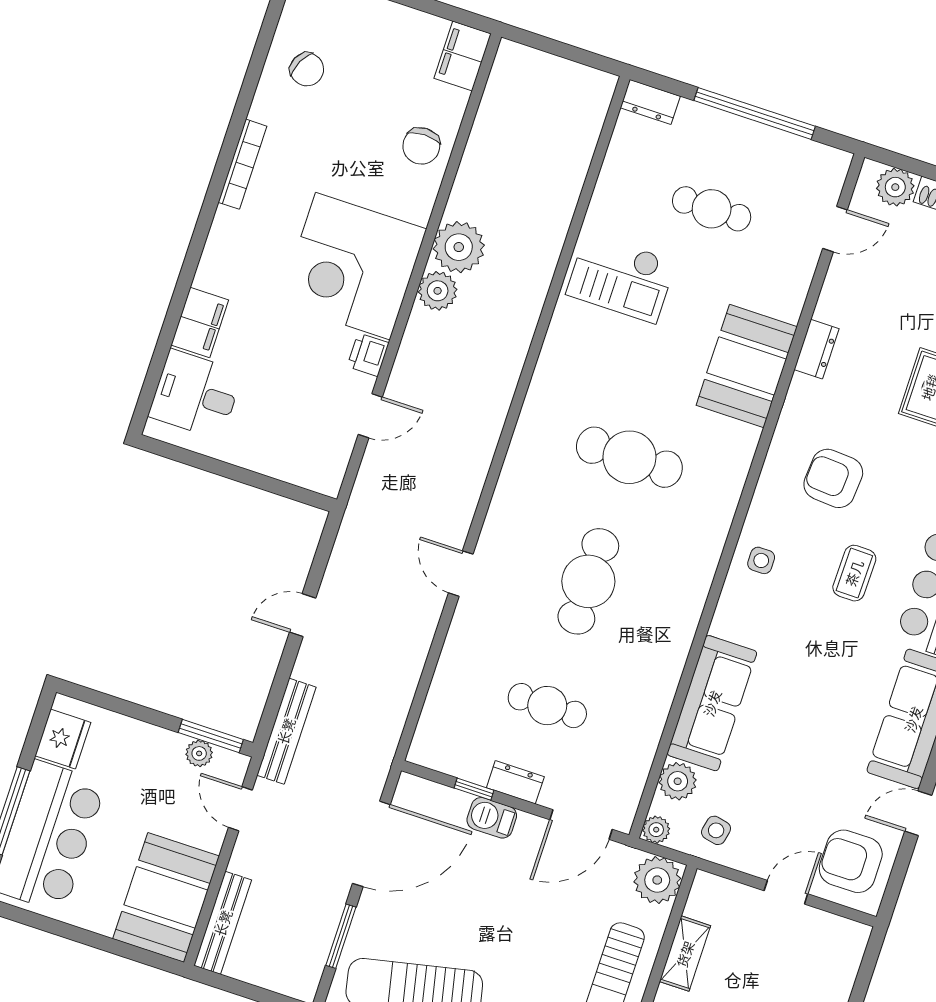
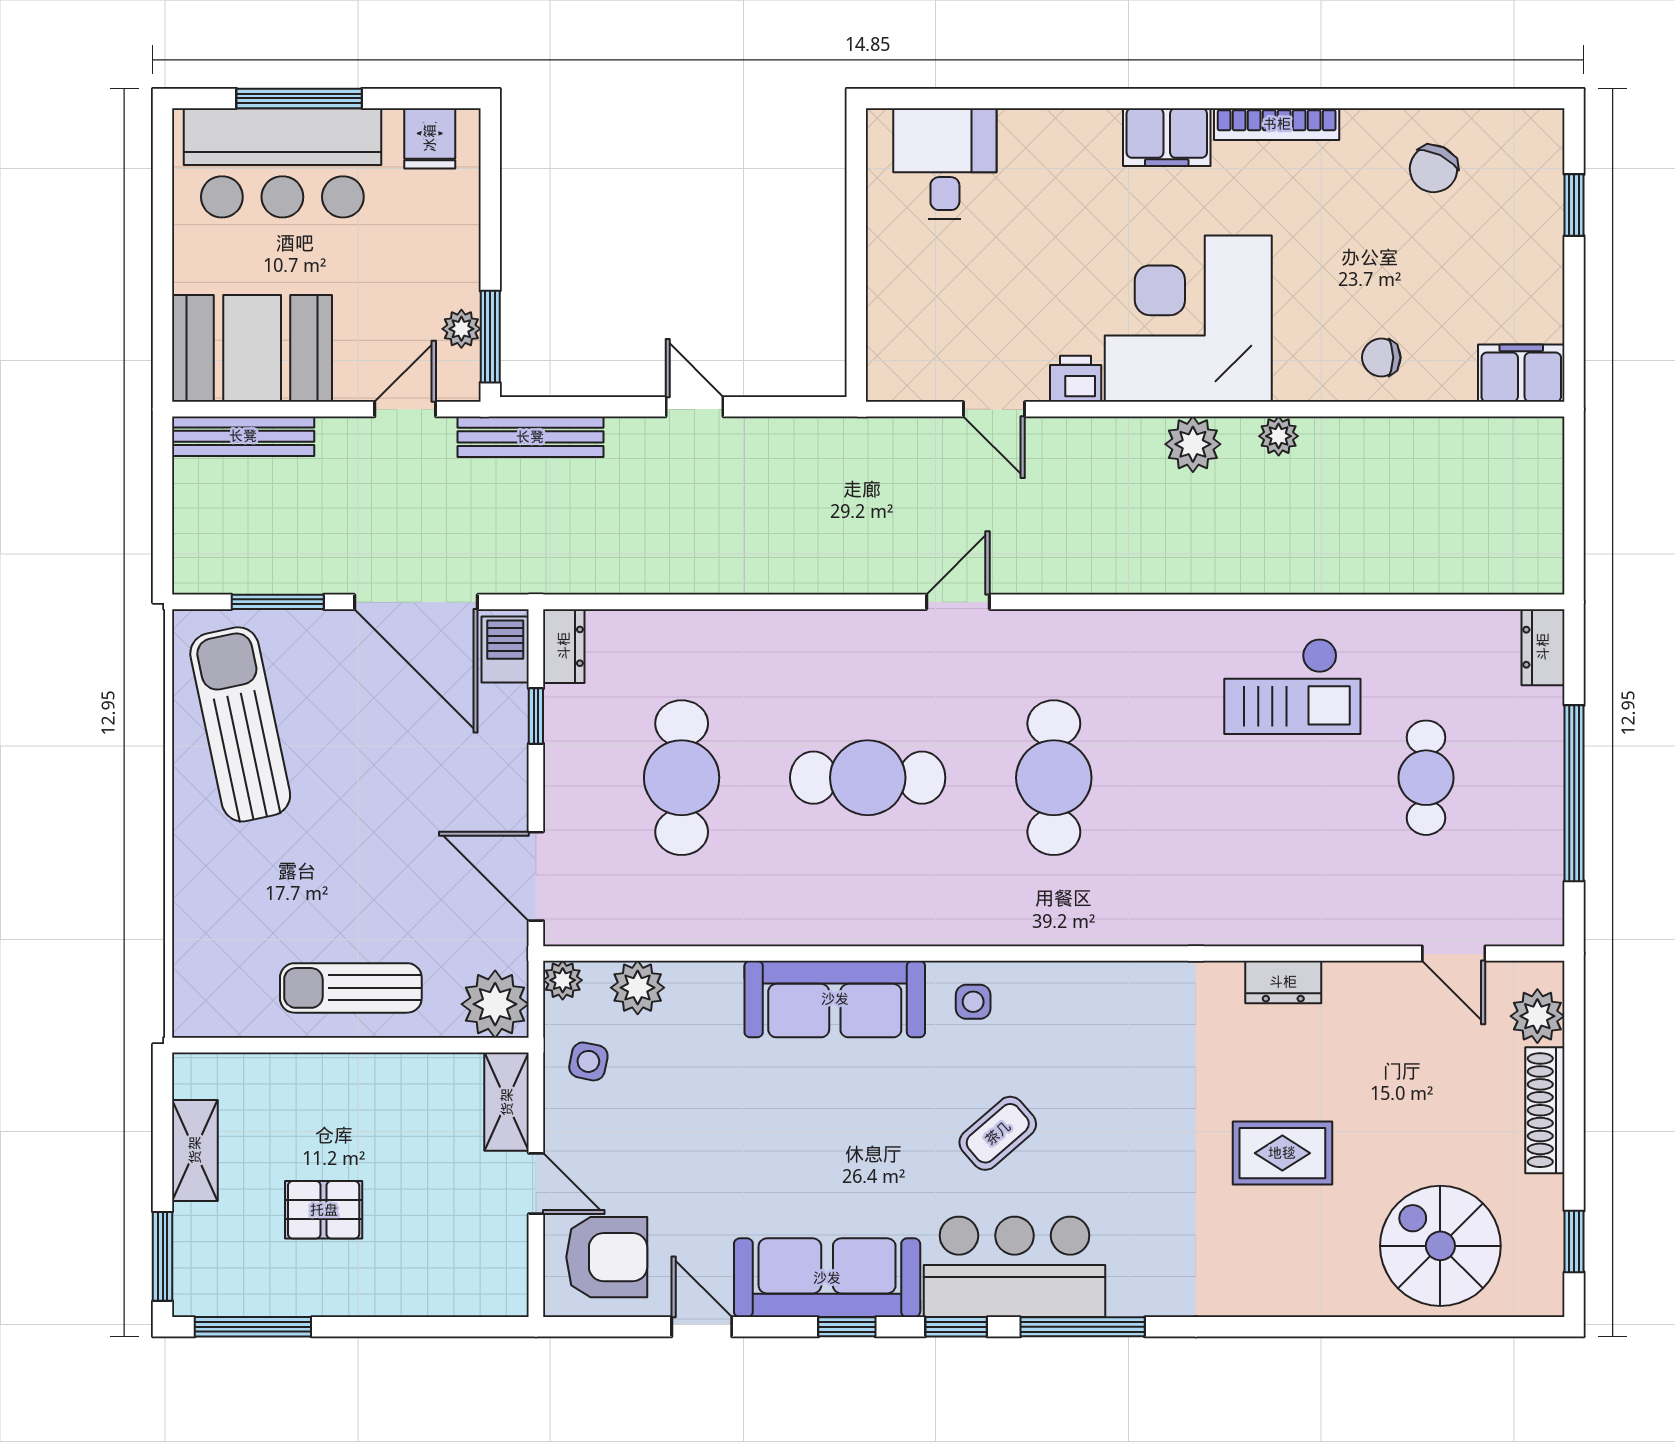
chair: (421, 146) -> (1381, 358), width x0.73, depth x0.73
plant: (459, 247) -> (1279, 436), width x0.53, depth x0.53
checkout: (621, 278) -> (1292, 686), turned -90
filing cabinet: (200, 323) -> (1167, 137), moved
booth: (747, 366) -> (1229, 895), removed
armchair: (833, 478) -> (1116, 1063), removed
coffee table: (854, 573) -> (998, 1133), turned -42
door: (461, 574) -> (958, 602), moved
sofa: (712, 703) -> (835, 999), moved
cafe table: (547, 706) -> (682, 778), width x1.37, depth x1.35
fridge: (63, 739) -> (430, 138), width x0.72
dresser: (515, 782) -> (564, 646), moved
barbecue: (492, 818) -> (505, 650), moved
armchair: (851, 861) -> (607, 1257), turned 90
shelving: (685, 954) -> (507, 1102), moved, turned 90

